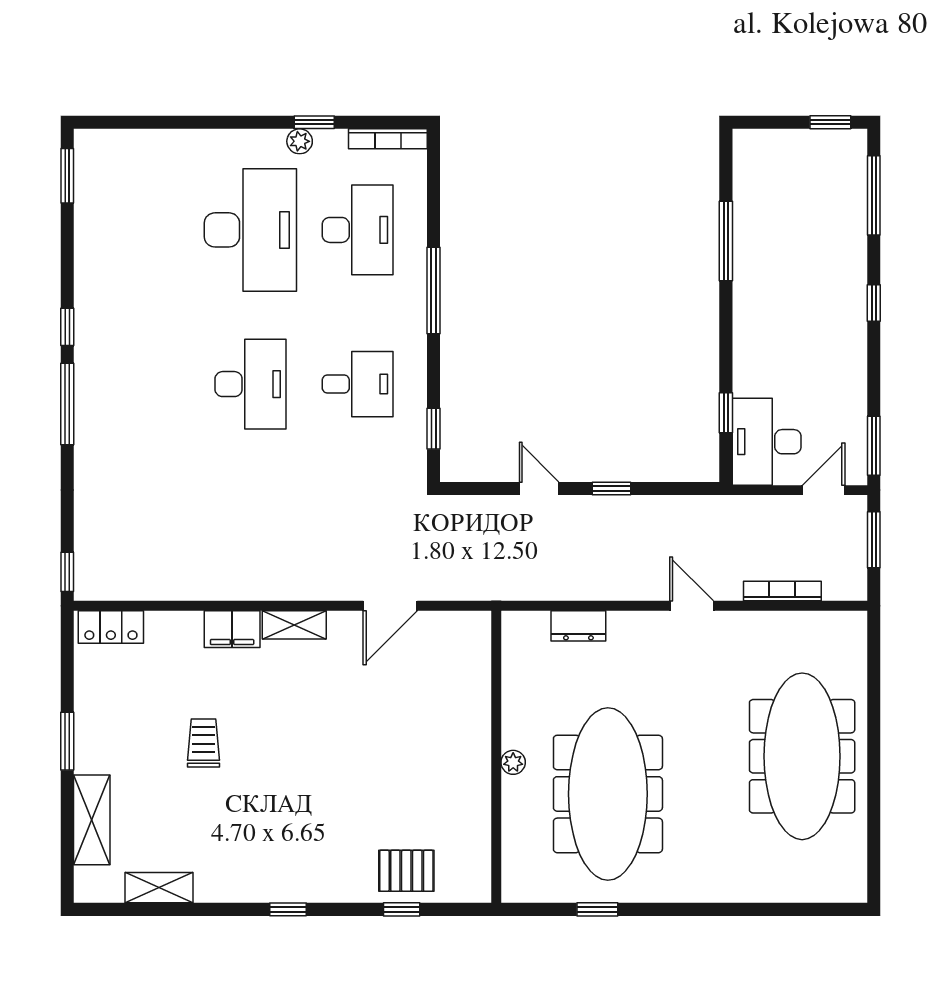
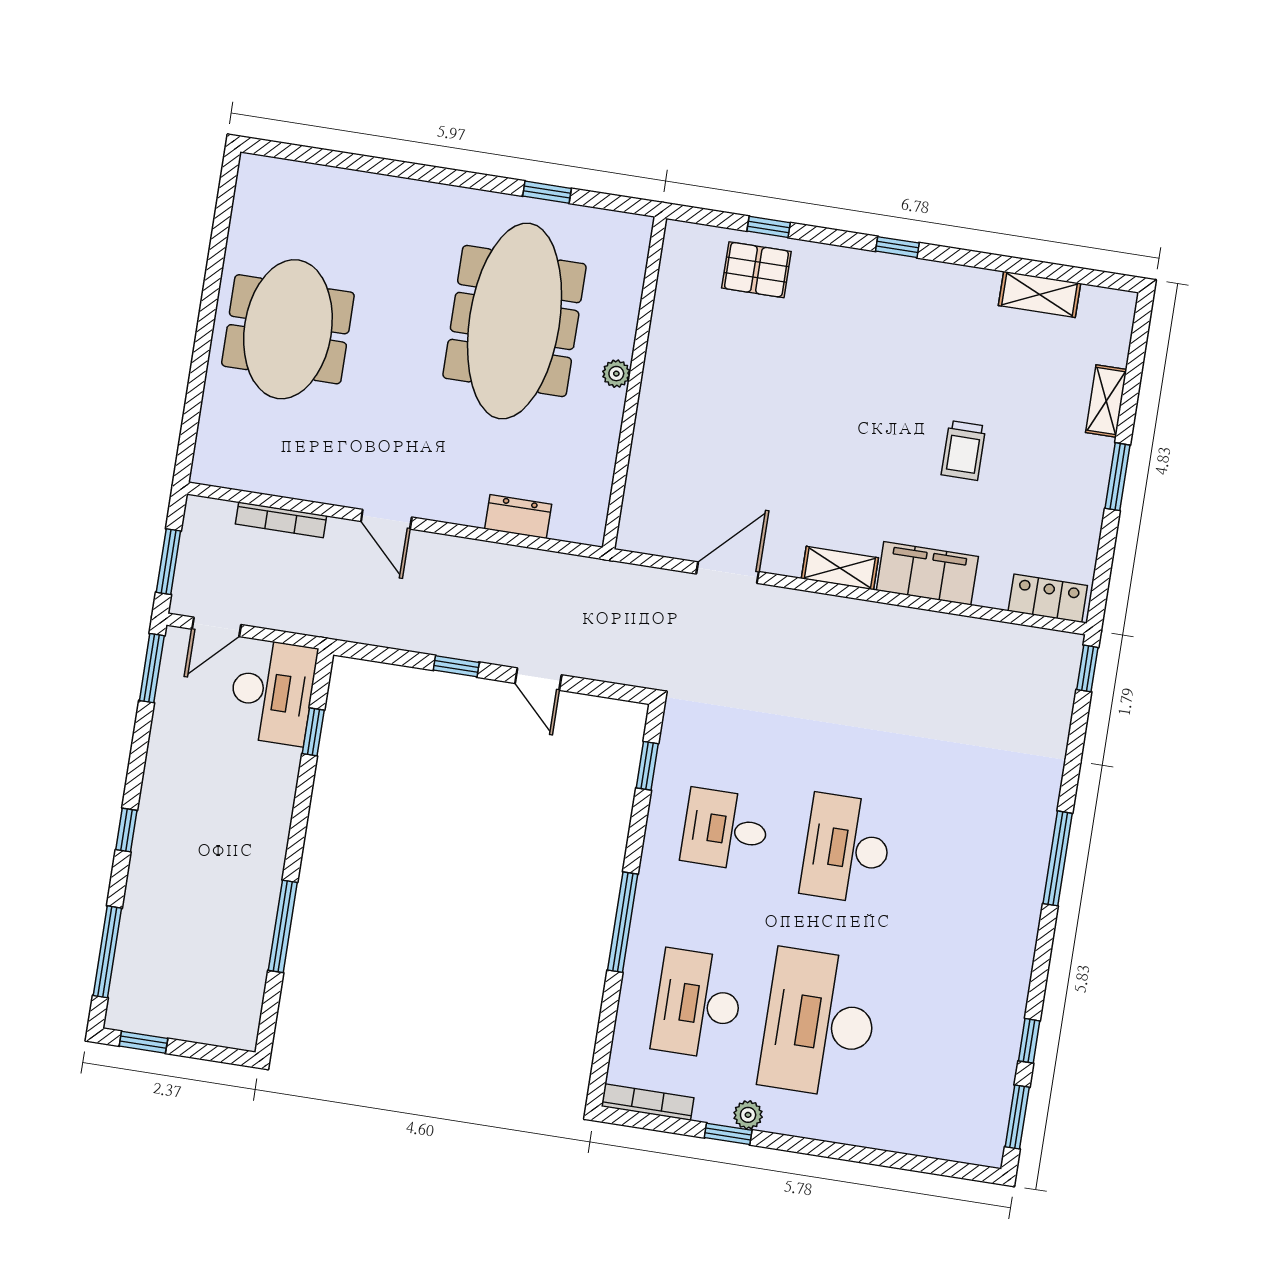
window: (67, 327) -> (1029, 1041), moved
filing cabinet: (232, 629) -> (927, 573), width x1.50, depth x1.17
meeting table: (802, 756) -> (288, 329), width x0.73
shelving: (92, 820) -> (1106, 401), width x0.67, depth x0.75

